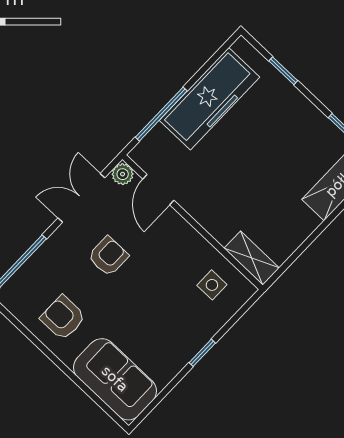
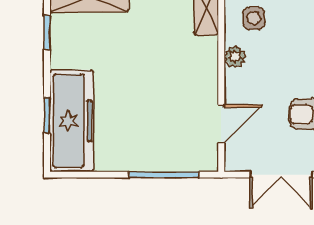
freezer: (209, 99) -> (72, 121), moved, turned 90
plant: (123, 174) -> (235, 57), moved

